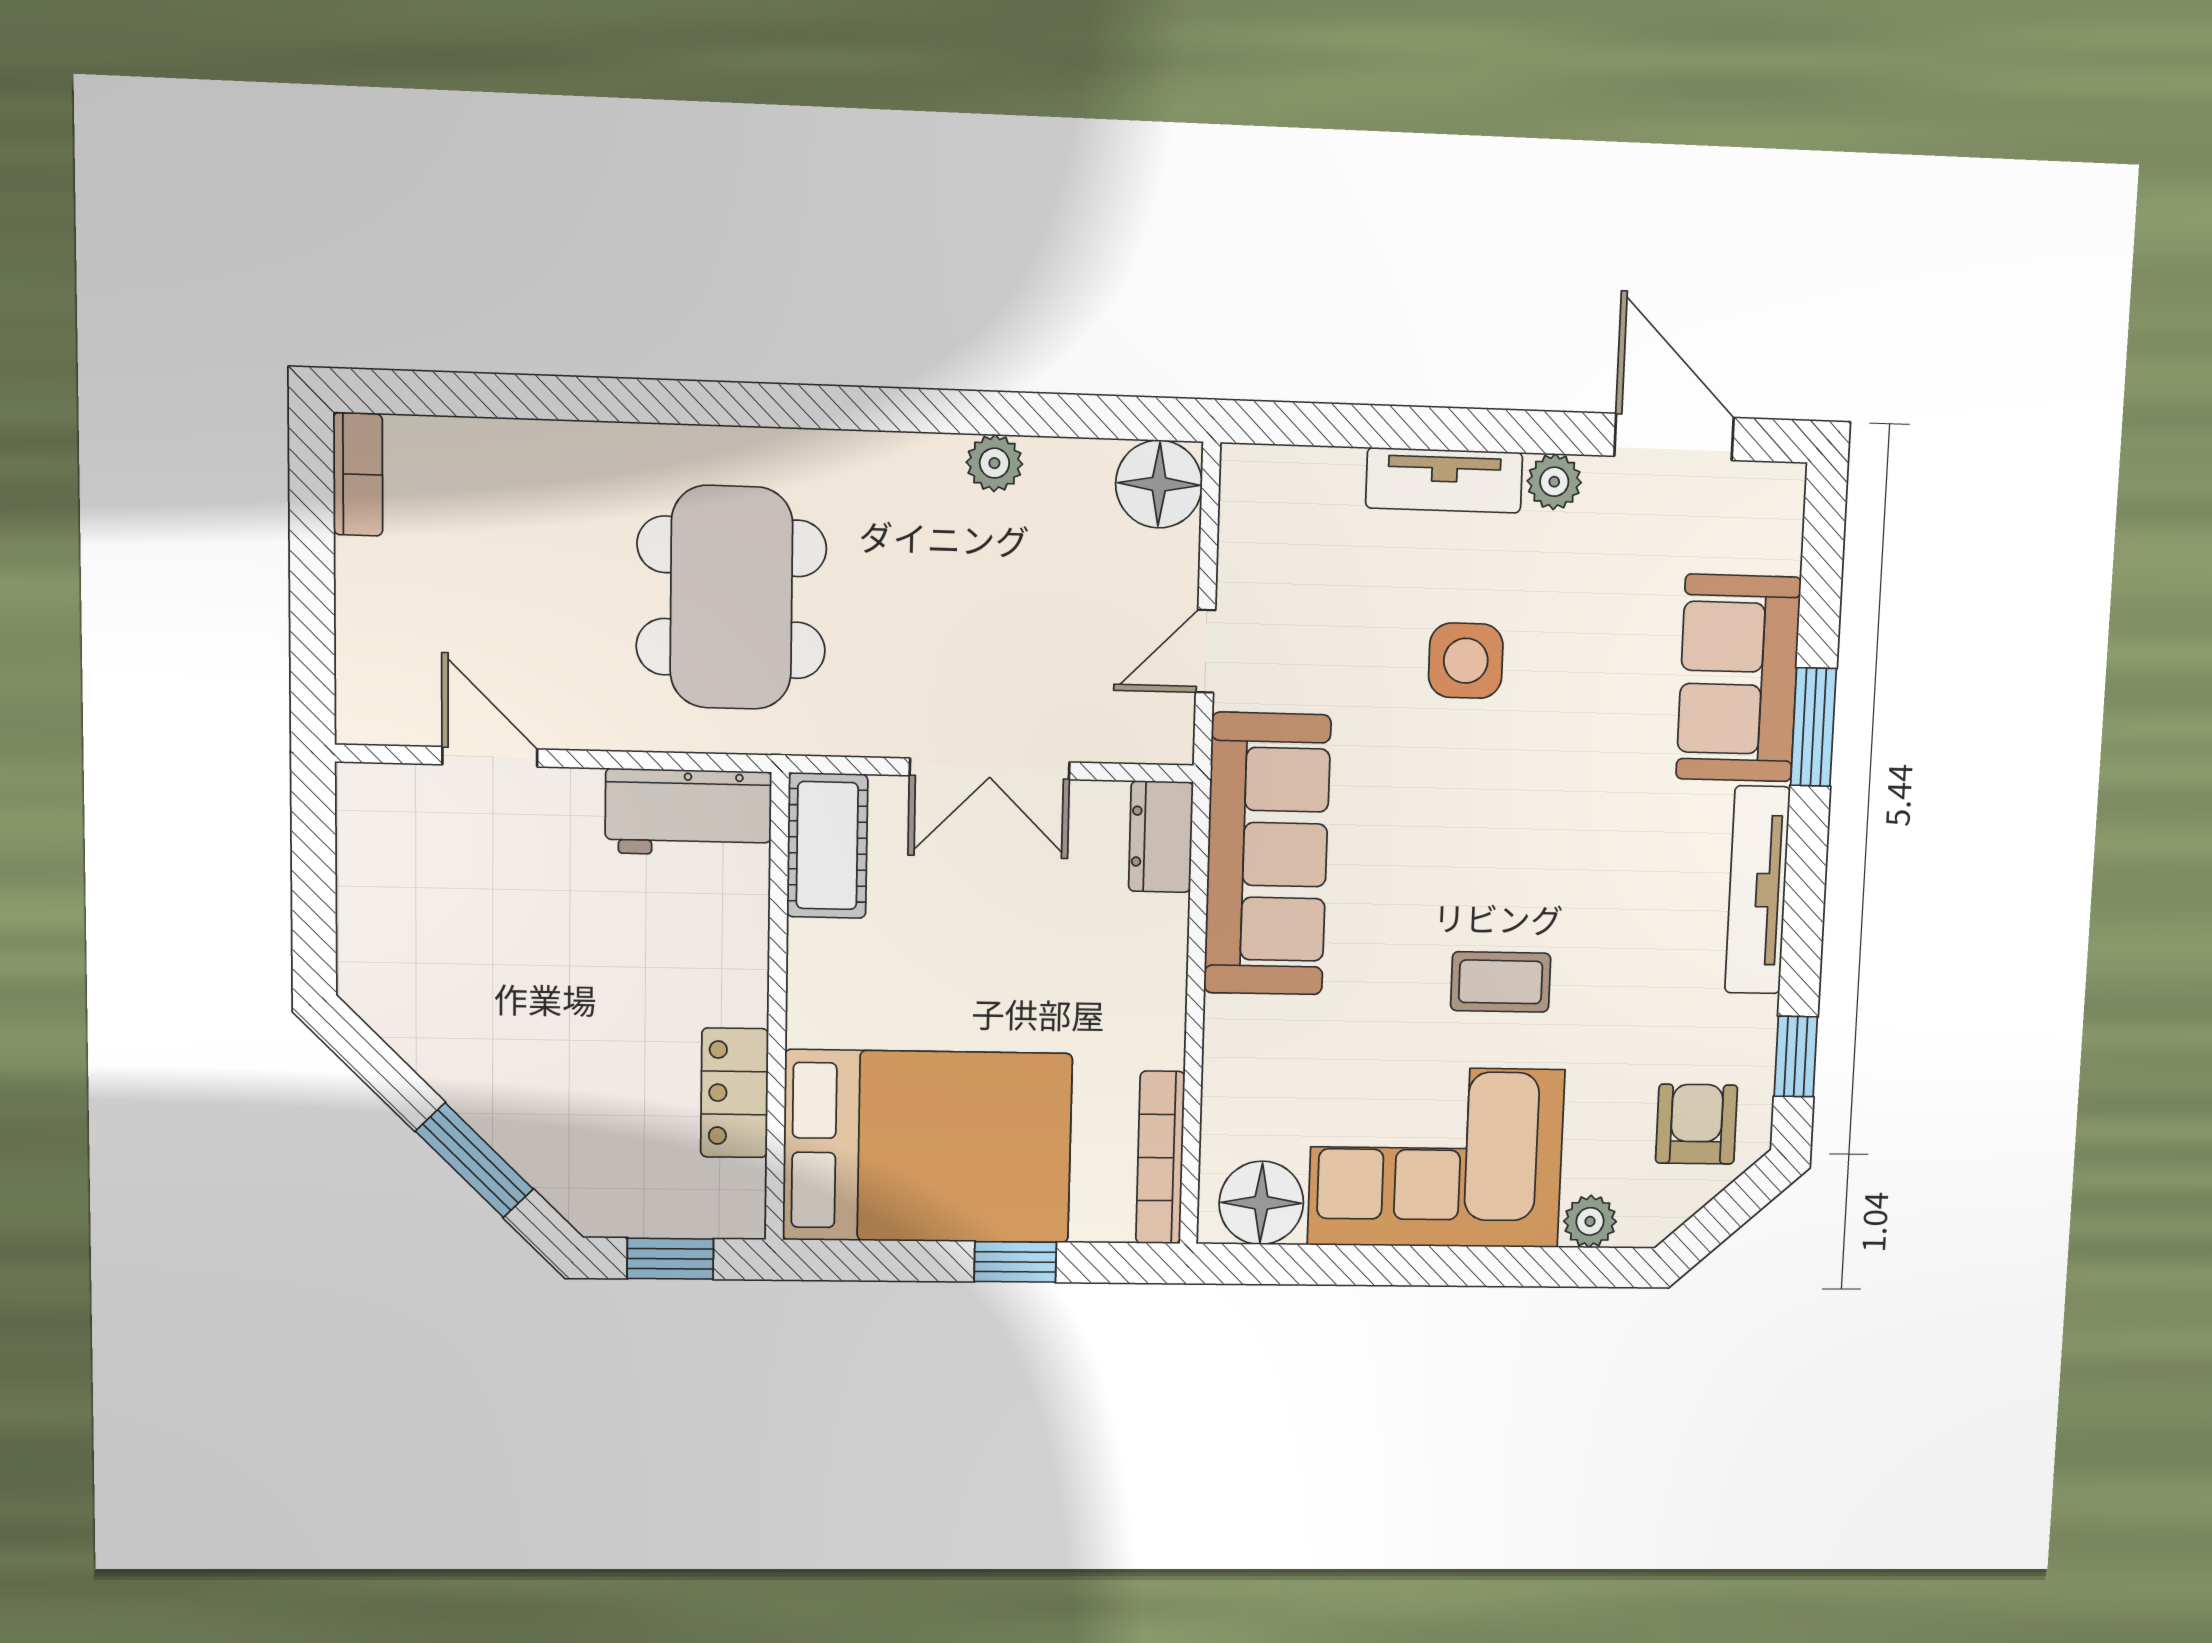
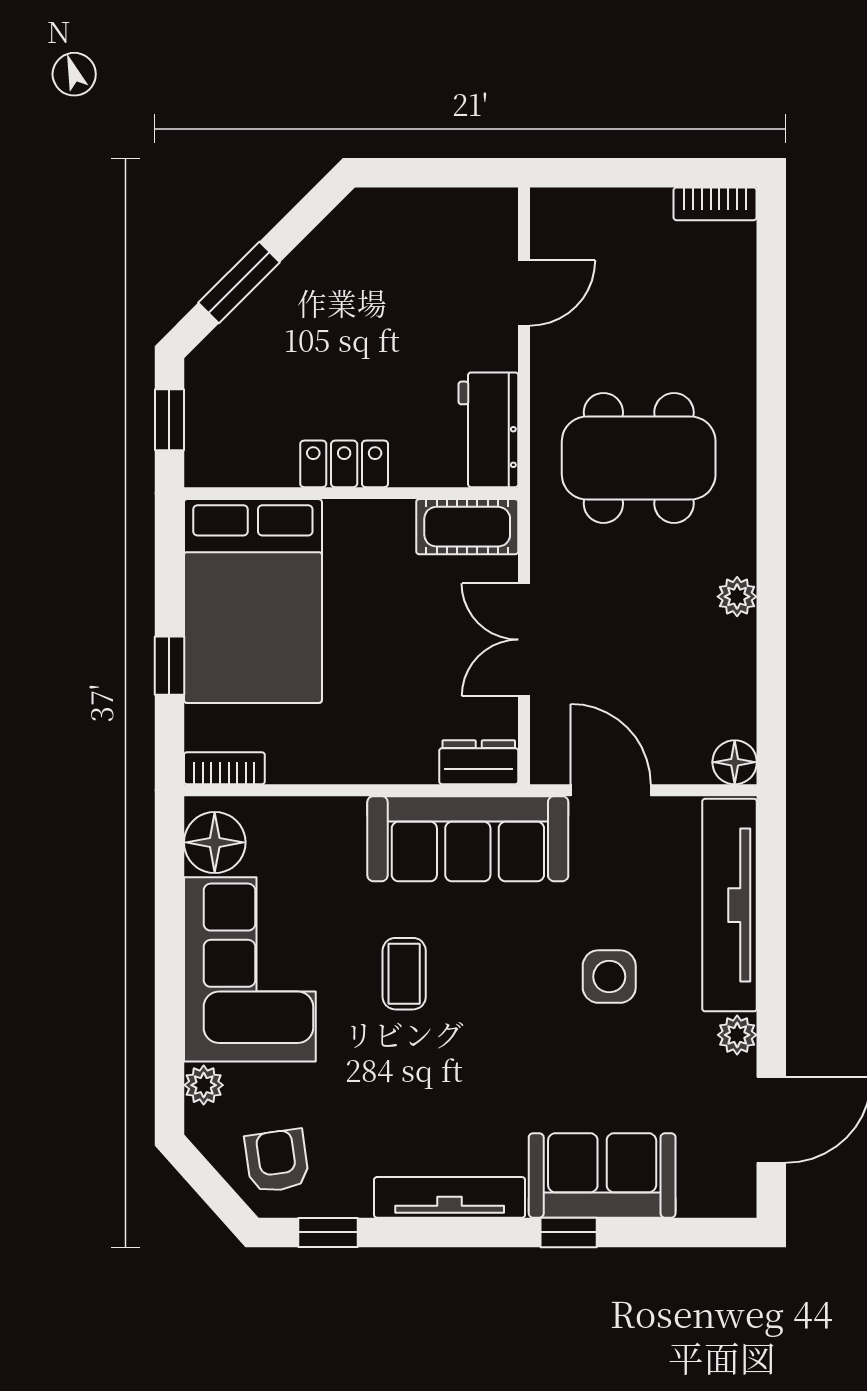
plant: (994, 463) -> (737, 597), moved
tv unit: (1444, 480) -> (730, 905), width x1.92, depth x1.29
floor lamp: (1159, 484) -> (735, 762), width x0.73, depth x0.73
door: (1206, 651) -> (611, 790), width x1.38
window: (1813, 727) -> (569, 1232), width x0.67
coffee table: (1501, 982) -> (404, 974), moved
locker: (735, 1093) -> (344, 464), moved
armchair: (1697, 1124) -> (277, 1161), turned -98
bookcase: (1160, 1158) -> (224, 768), width x0.64

